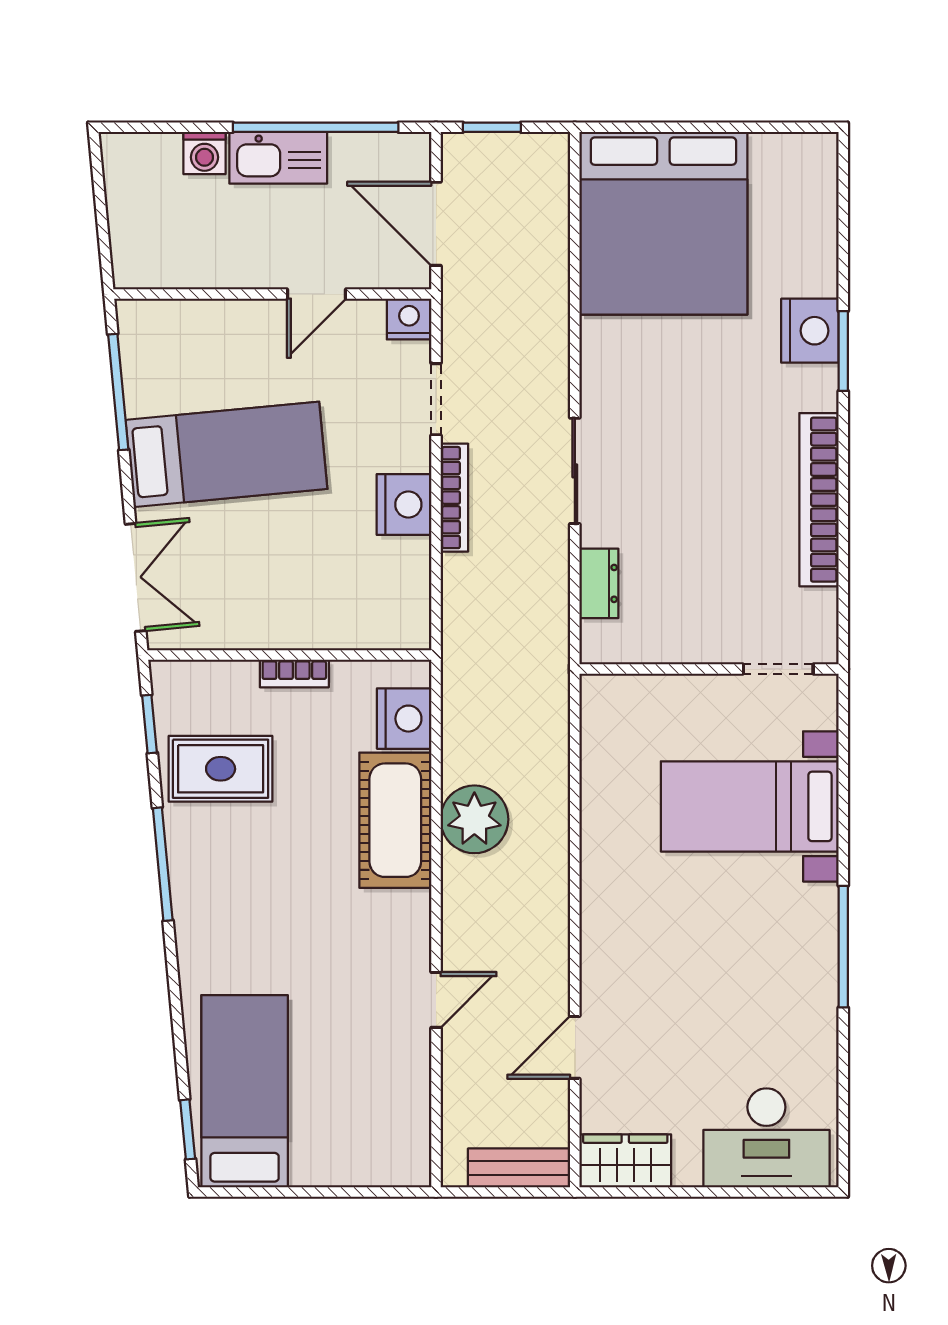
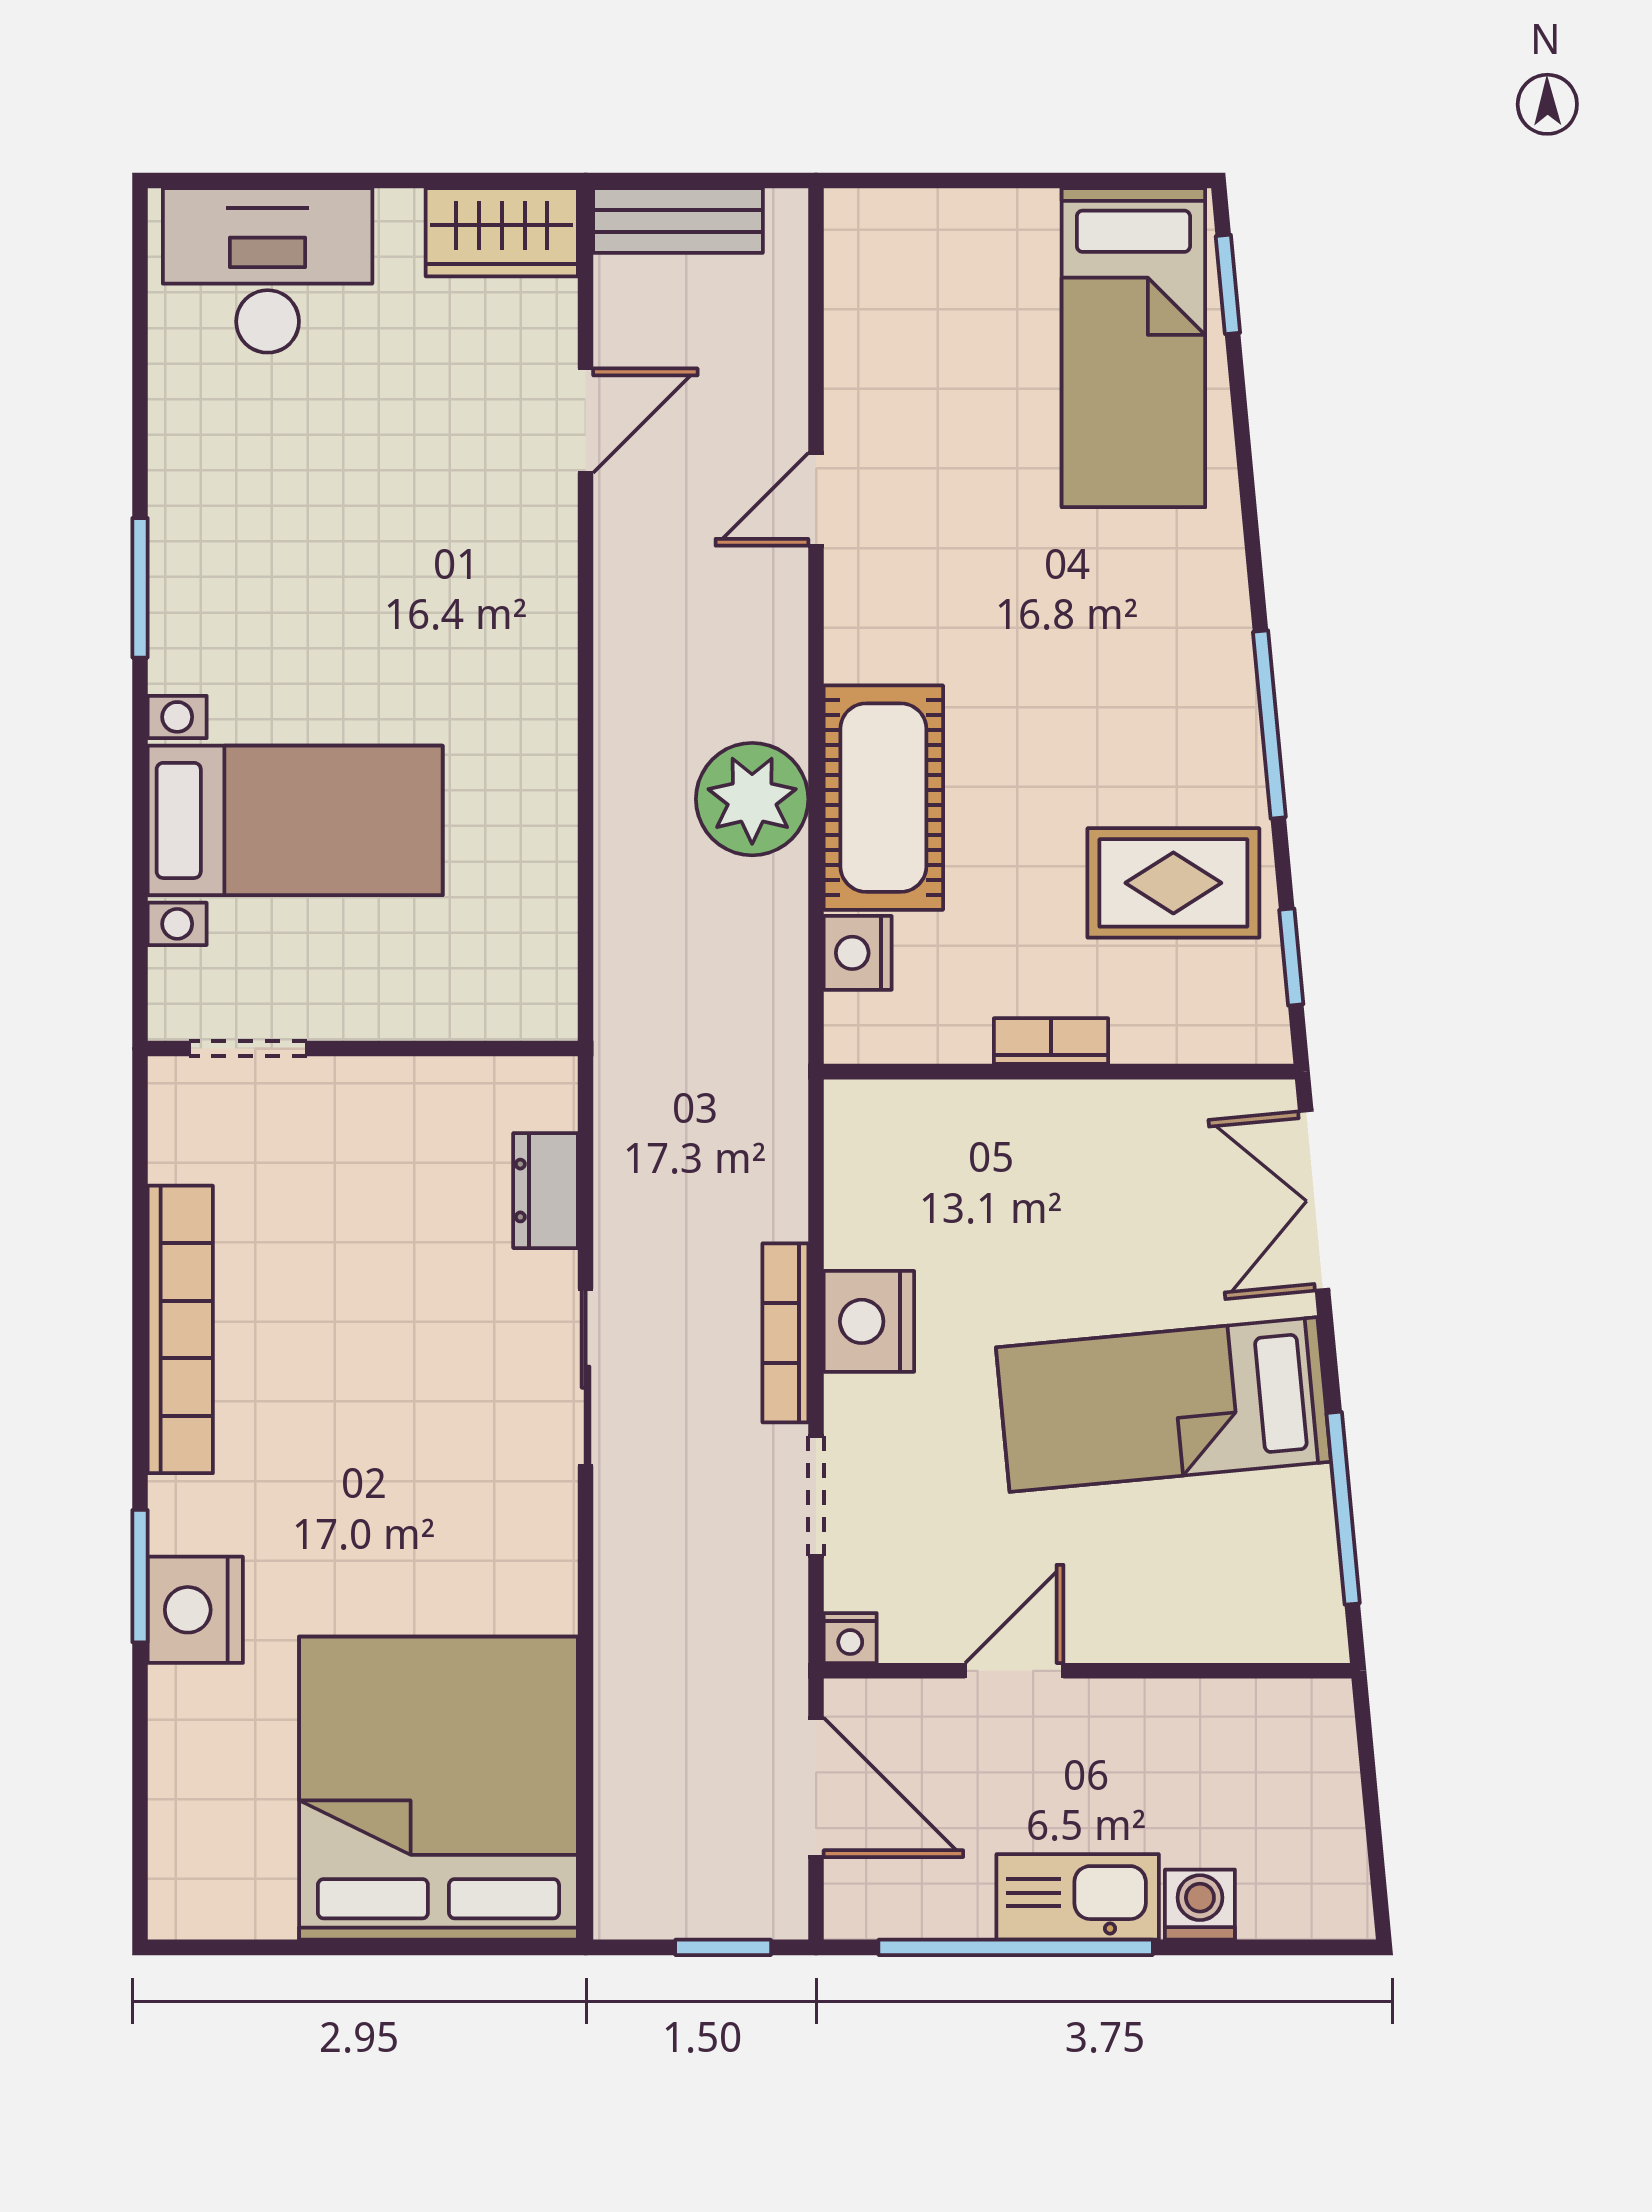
nightstand: (409, 319) -> (850, 1638), width x0.72, depth x0.74
nightstand: (404, 719) -> (858, 953), width x0.74, depth x0.75
window: (843, 947) -> (140, 588), width x0.69

